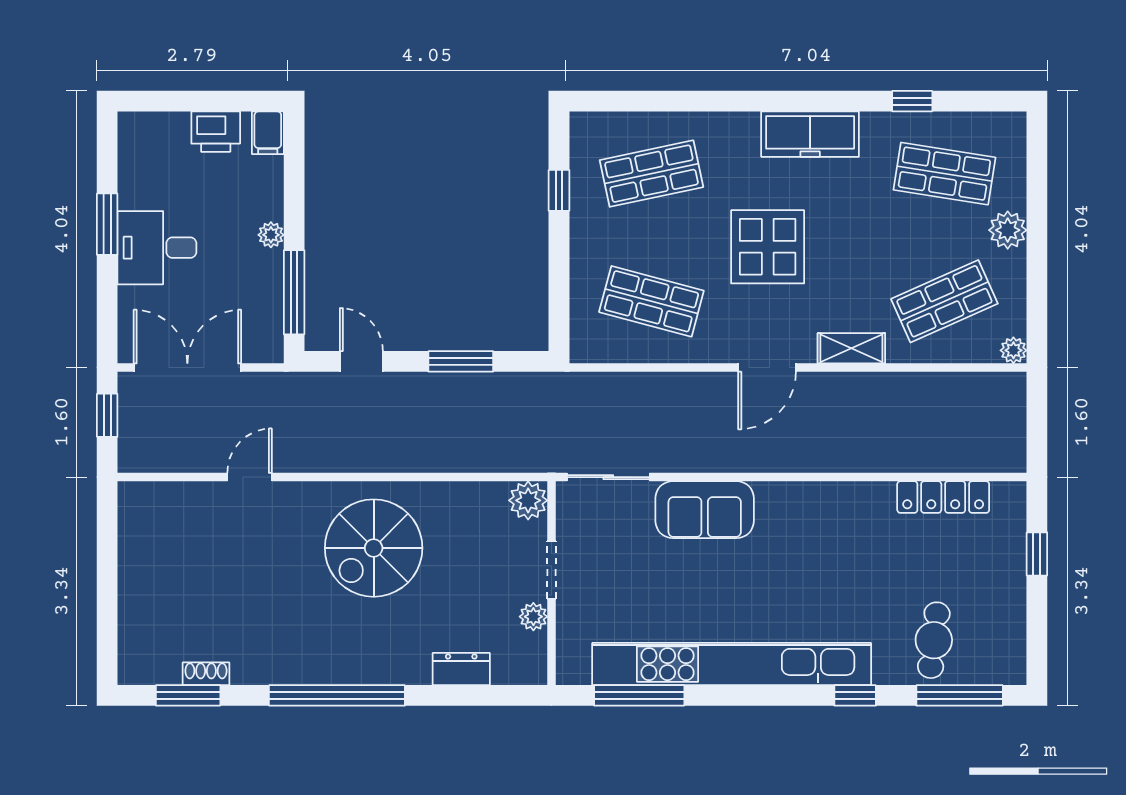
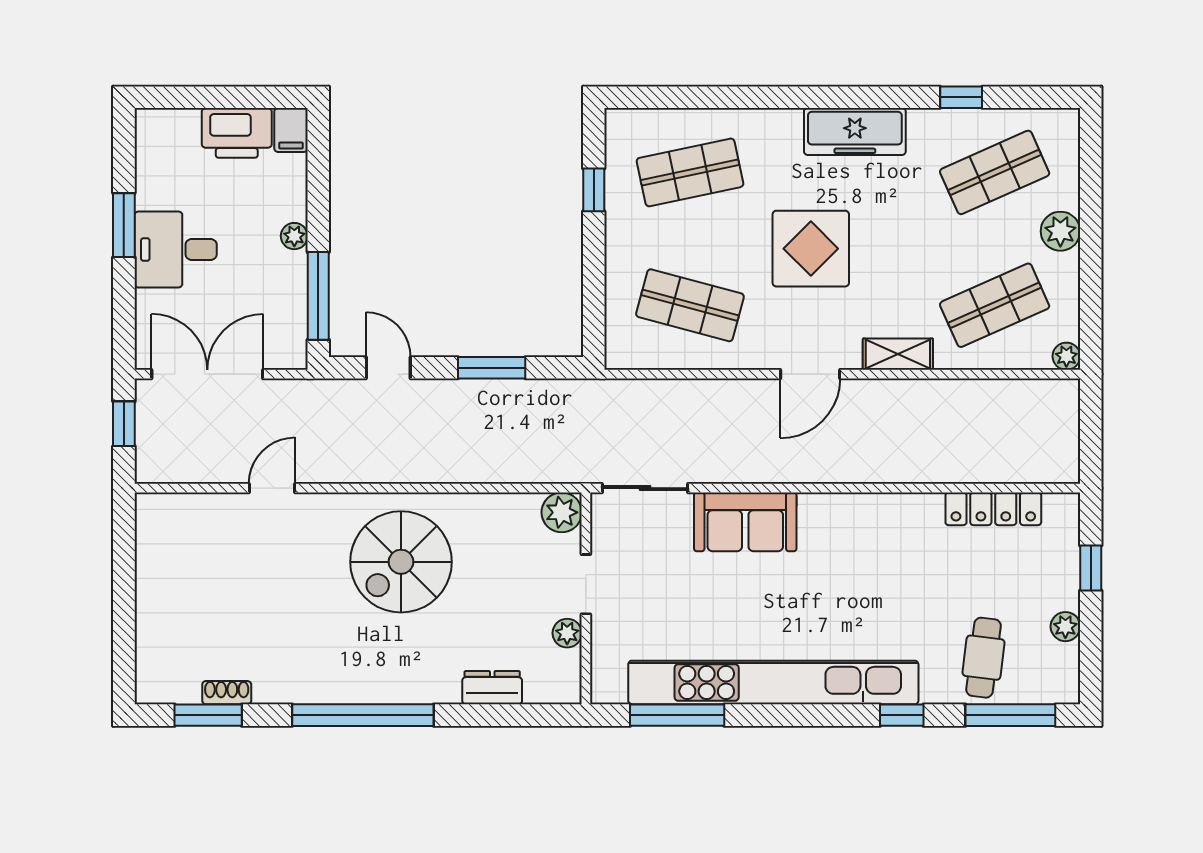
printer: (216, 132) -> (237, 133), width x1.37, depth x1.19
shop shelf: (944, 174) -> (995, 172), turned -33
plant: (1013, 610) -> (1065, 627), added

